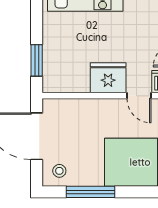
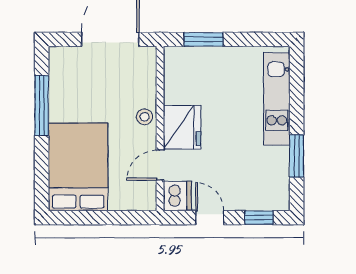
stool: (59, 171) -> (144, 117), moved

